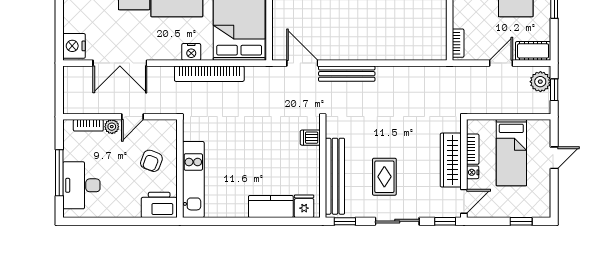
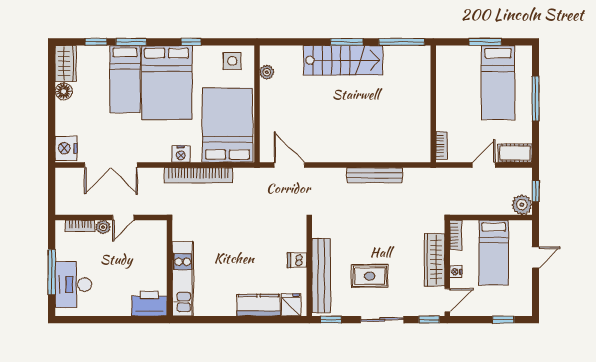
bench: (347, 74) -> (375, 175), moved
plant: (540, 82) -> (522, 205), moved
dishwasher: (310, 138) -> (297, 260), moved
bookcase: (473, 149) -> (456, 235), moved
armchair: (151, 161) -> (142, 260), removed
rug: (384, 177) -> (370, 276), turned 90

